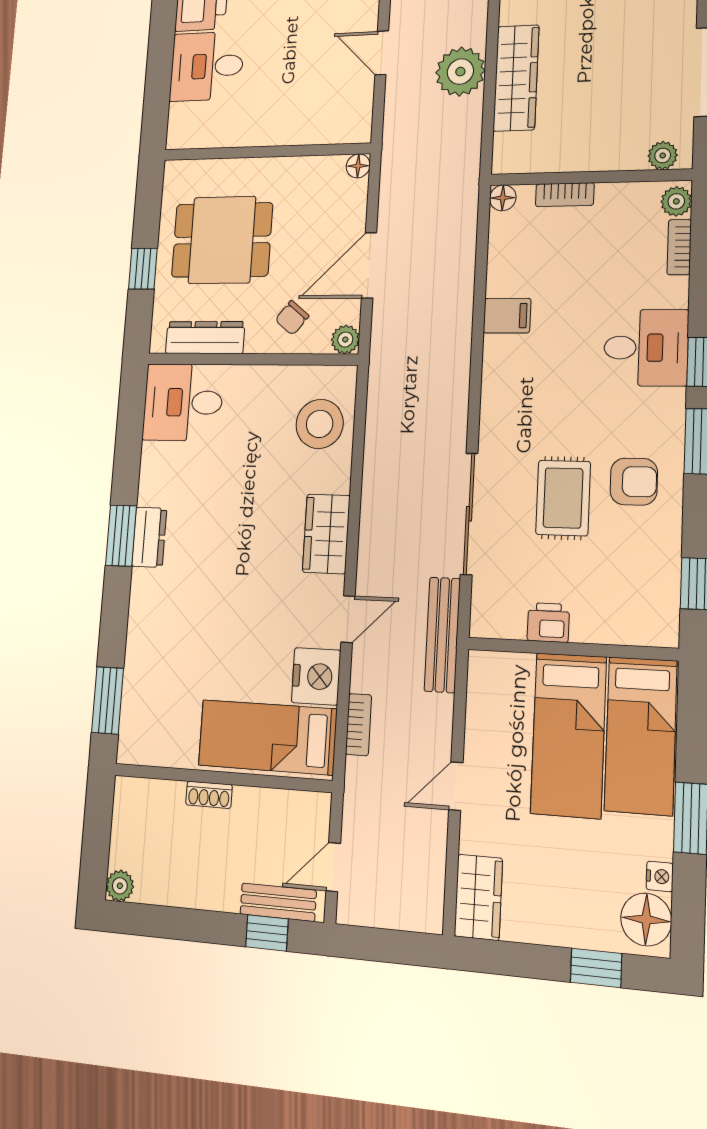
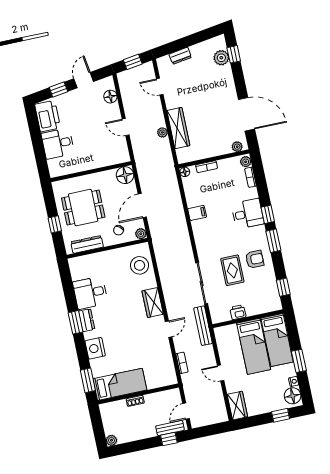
plant: (460, 72) -> (162, 132), width x0.53, depth x0.53
floor lamp: (358, 166) -> (125, 175), width x1.89, depth x1.89
desk: (183, 402) -> (90, 293), moved
nightstand: (316, 676) -> (95, 348), moved, turned 180
bed: (267, 737) -> (120, 384), moved, turned 180
door: (456, 786) -> (221, 373), hinge flipped

